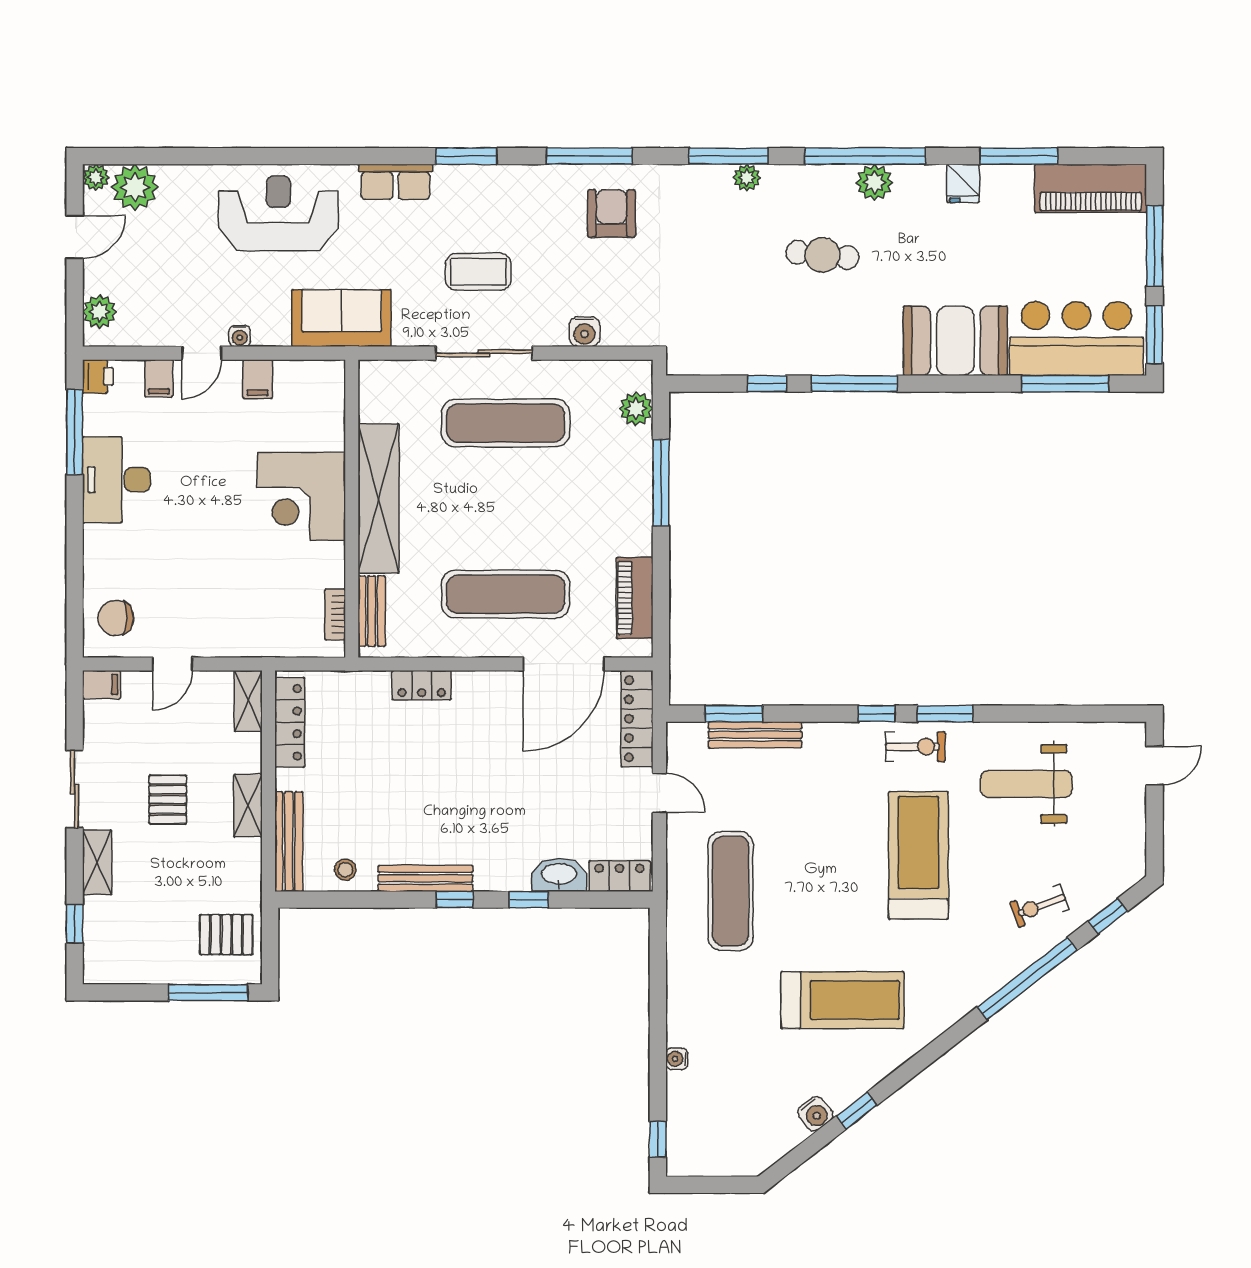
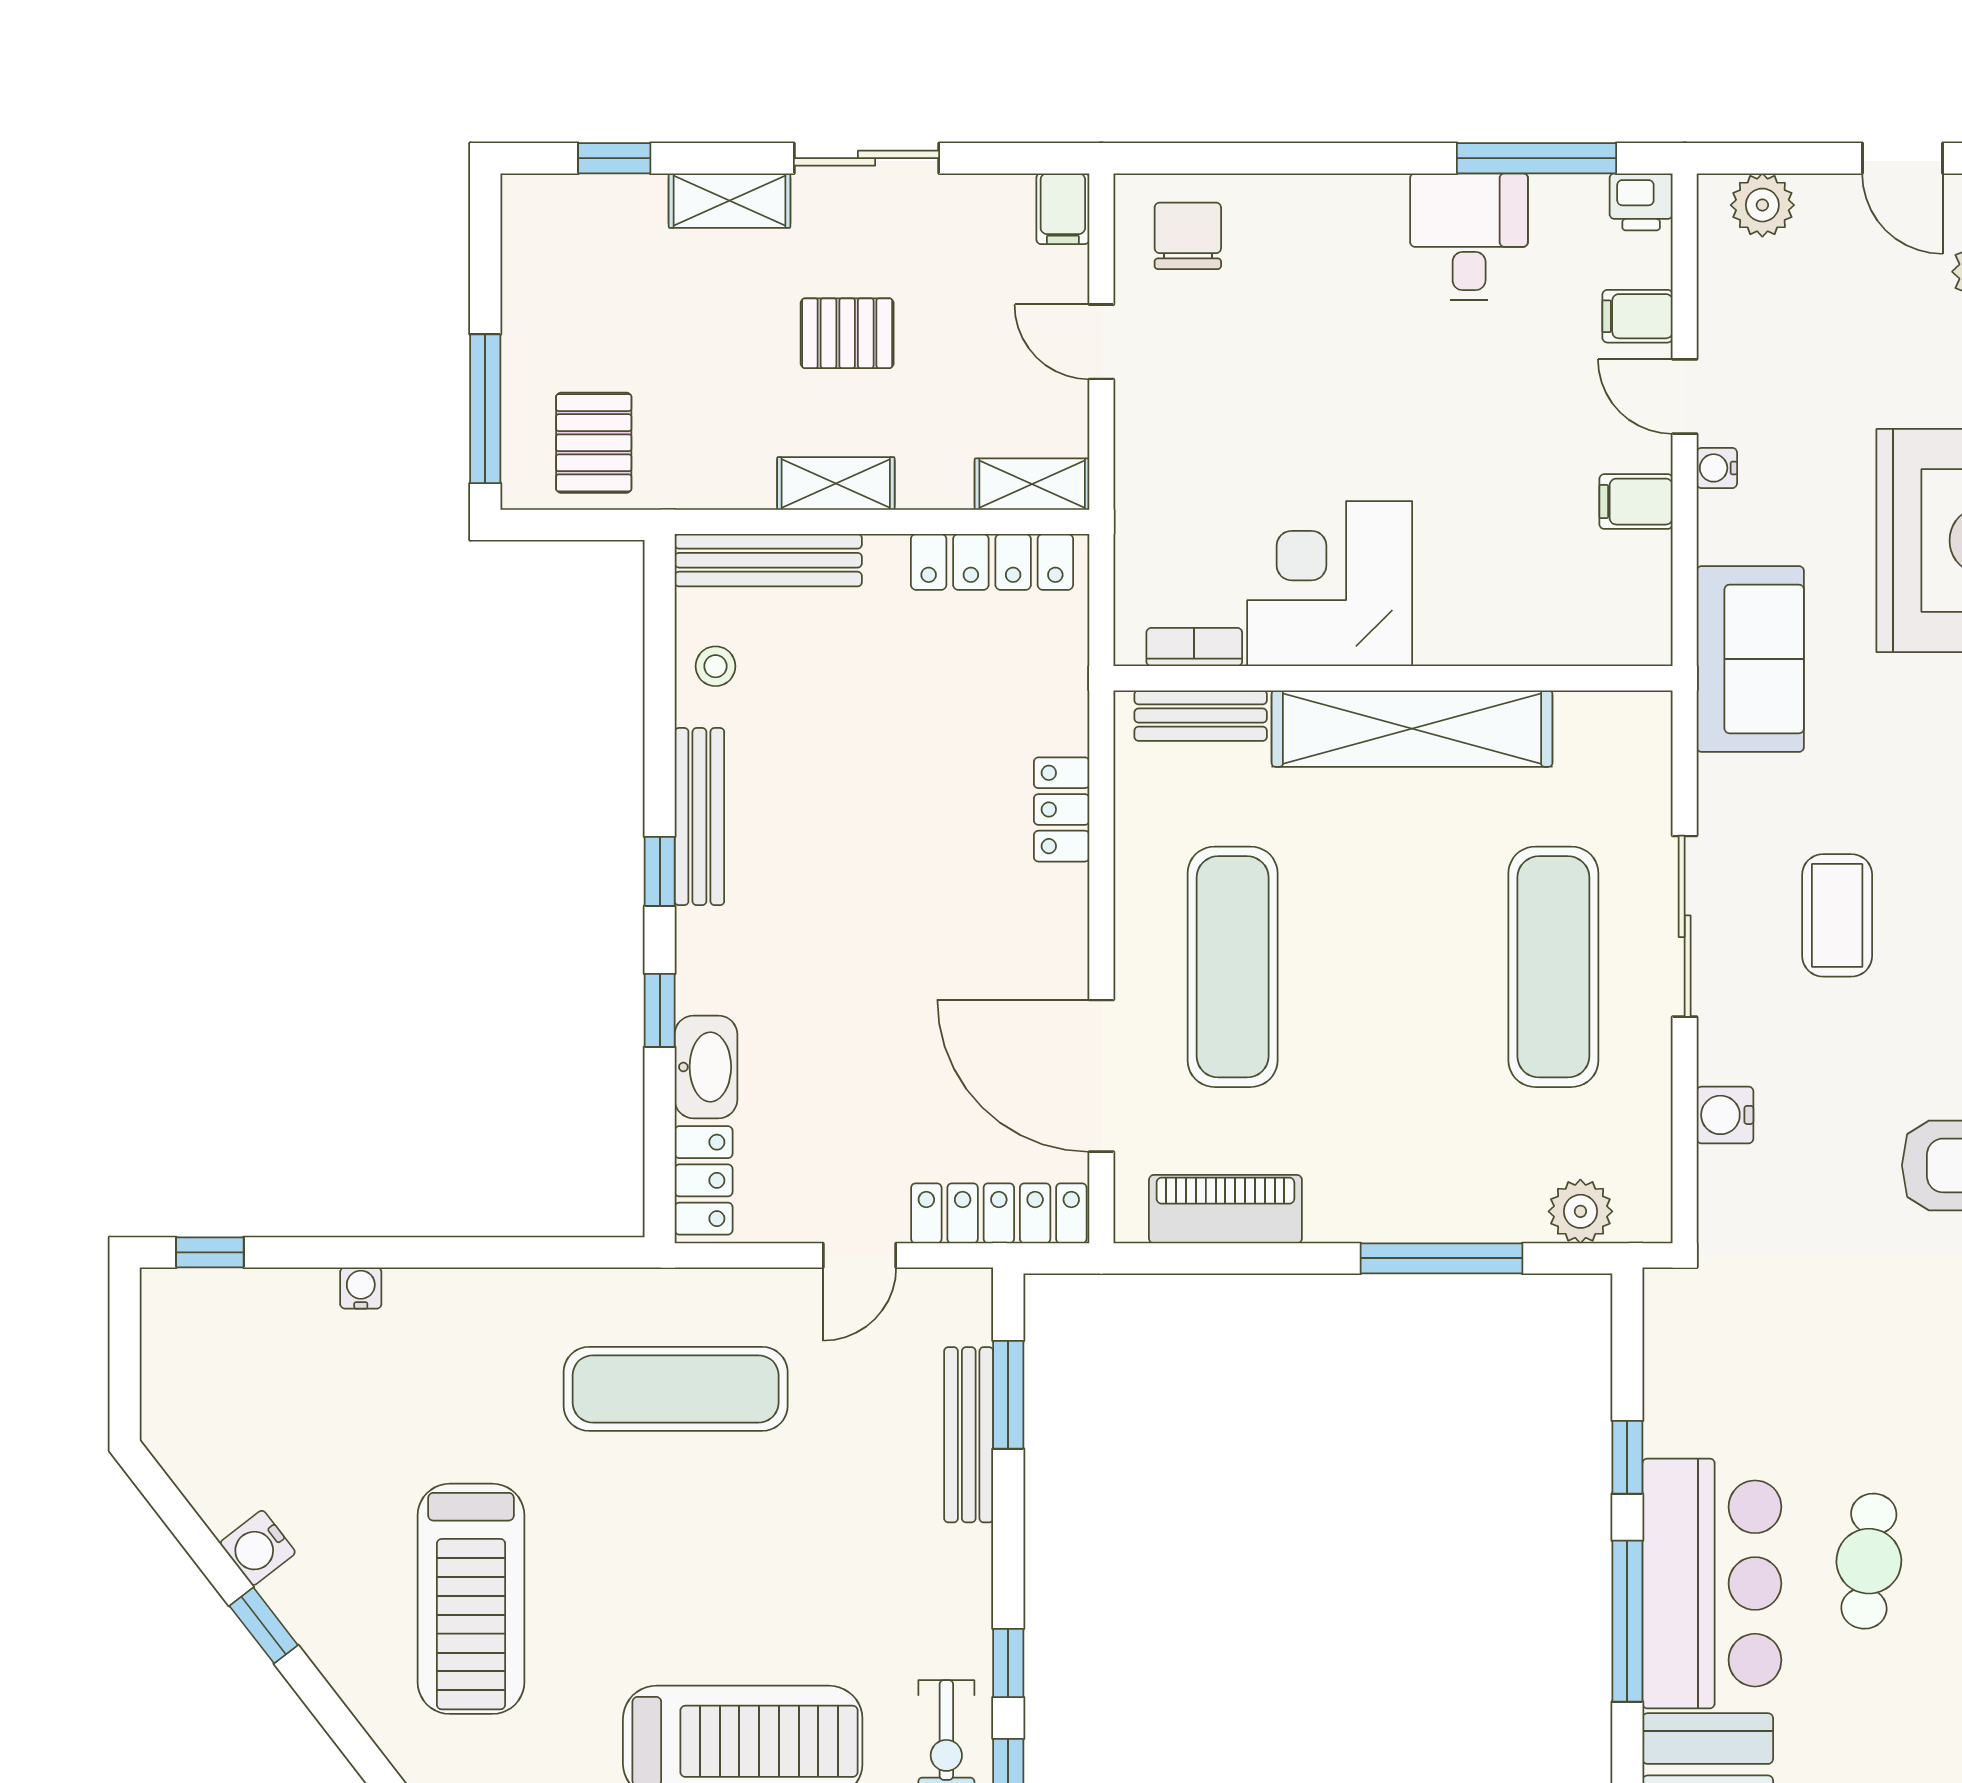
bar counter: (834, 339) -> (1712, 1583), added
desk: (116, 480) -> (1469, 237), width x0.73
corner desk: (301, 496) -> (1330, 584), moved

